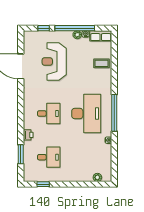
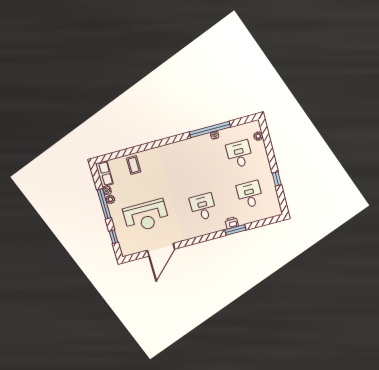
window: (75, 28) -> (104, 204), width x0.68
window: (114, 113) -> (210, 130), moved
desk: (86, 114) -> (239, 154), moved, width x0.53, depth x0.77
window: (21, 154) -> (235, 230), moved
window: (43, 184) -> (277, 179), moved

